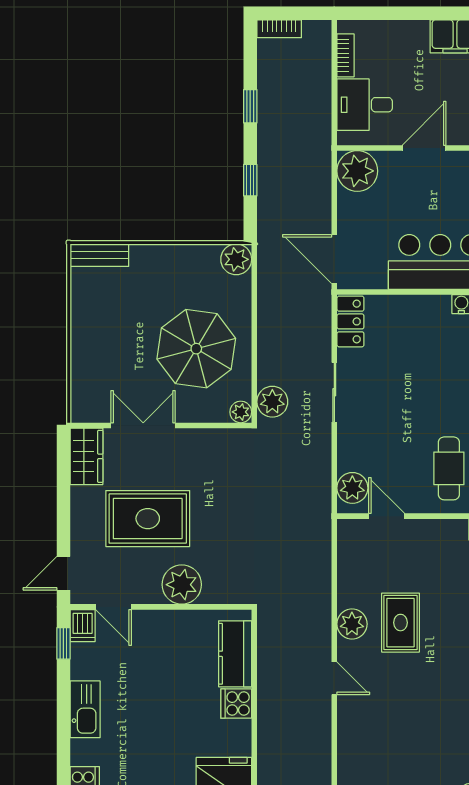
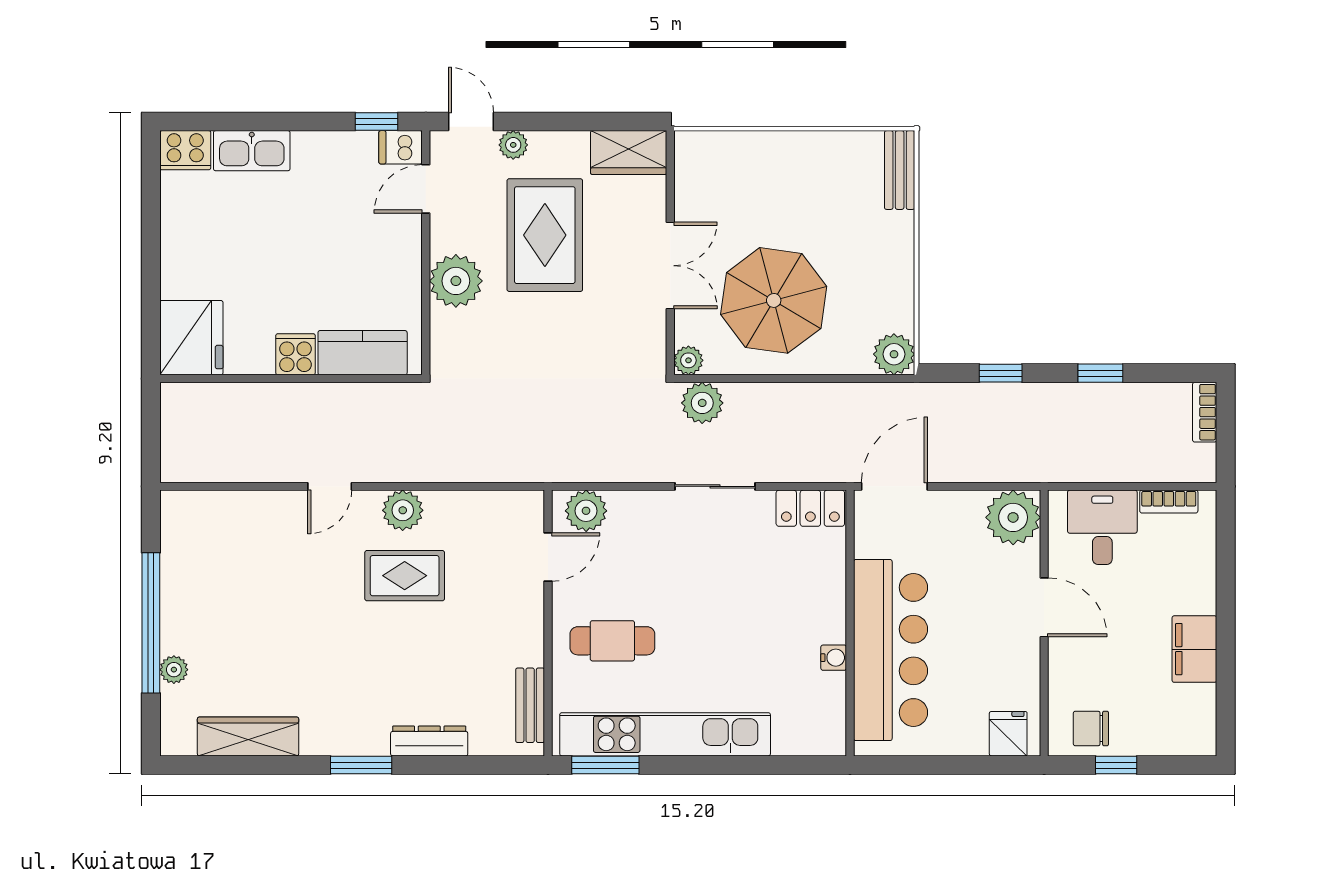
double door: (143, 425) -> (670, 266), moved
plant: (81, 542) -> (513, 145), added
kitchen sink: (85, 709) -> (252, 151), moved

